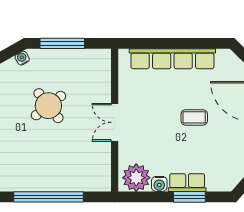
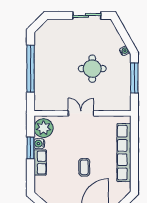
round table: (48, 106) -> (92, 69), turned 38
window: (189, 197) -> (31, 148), moved

